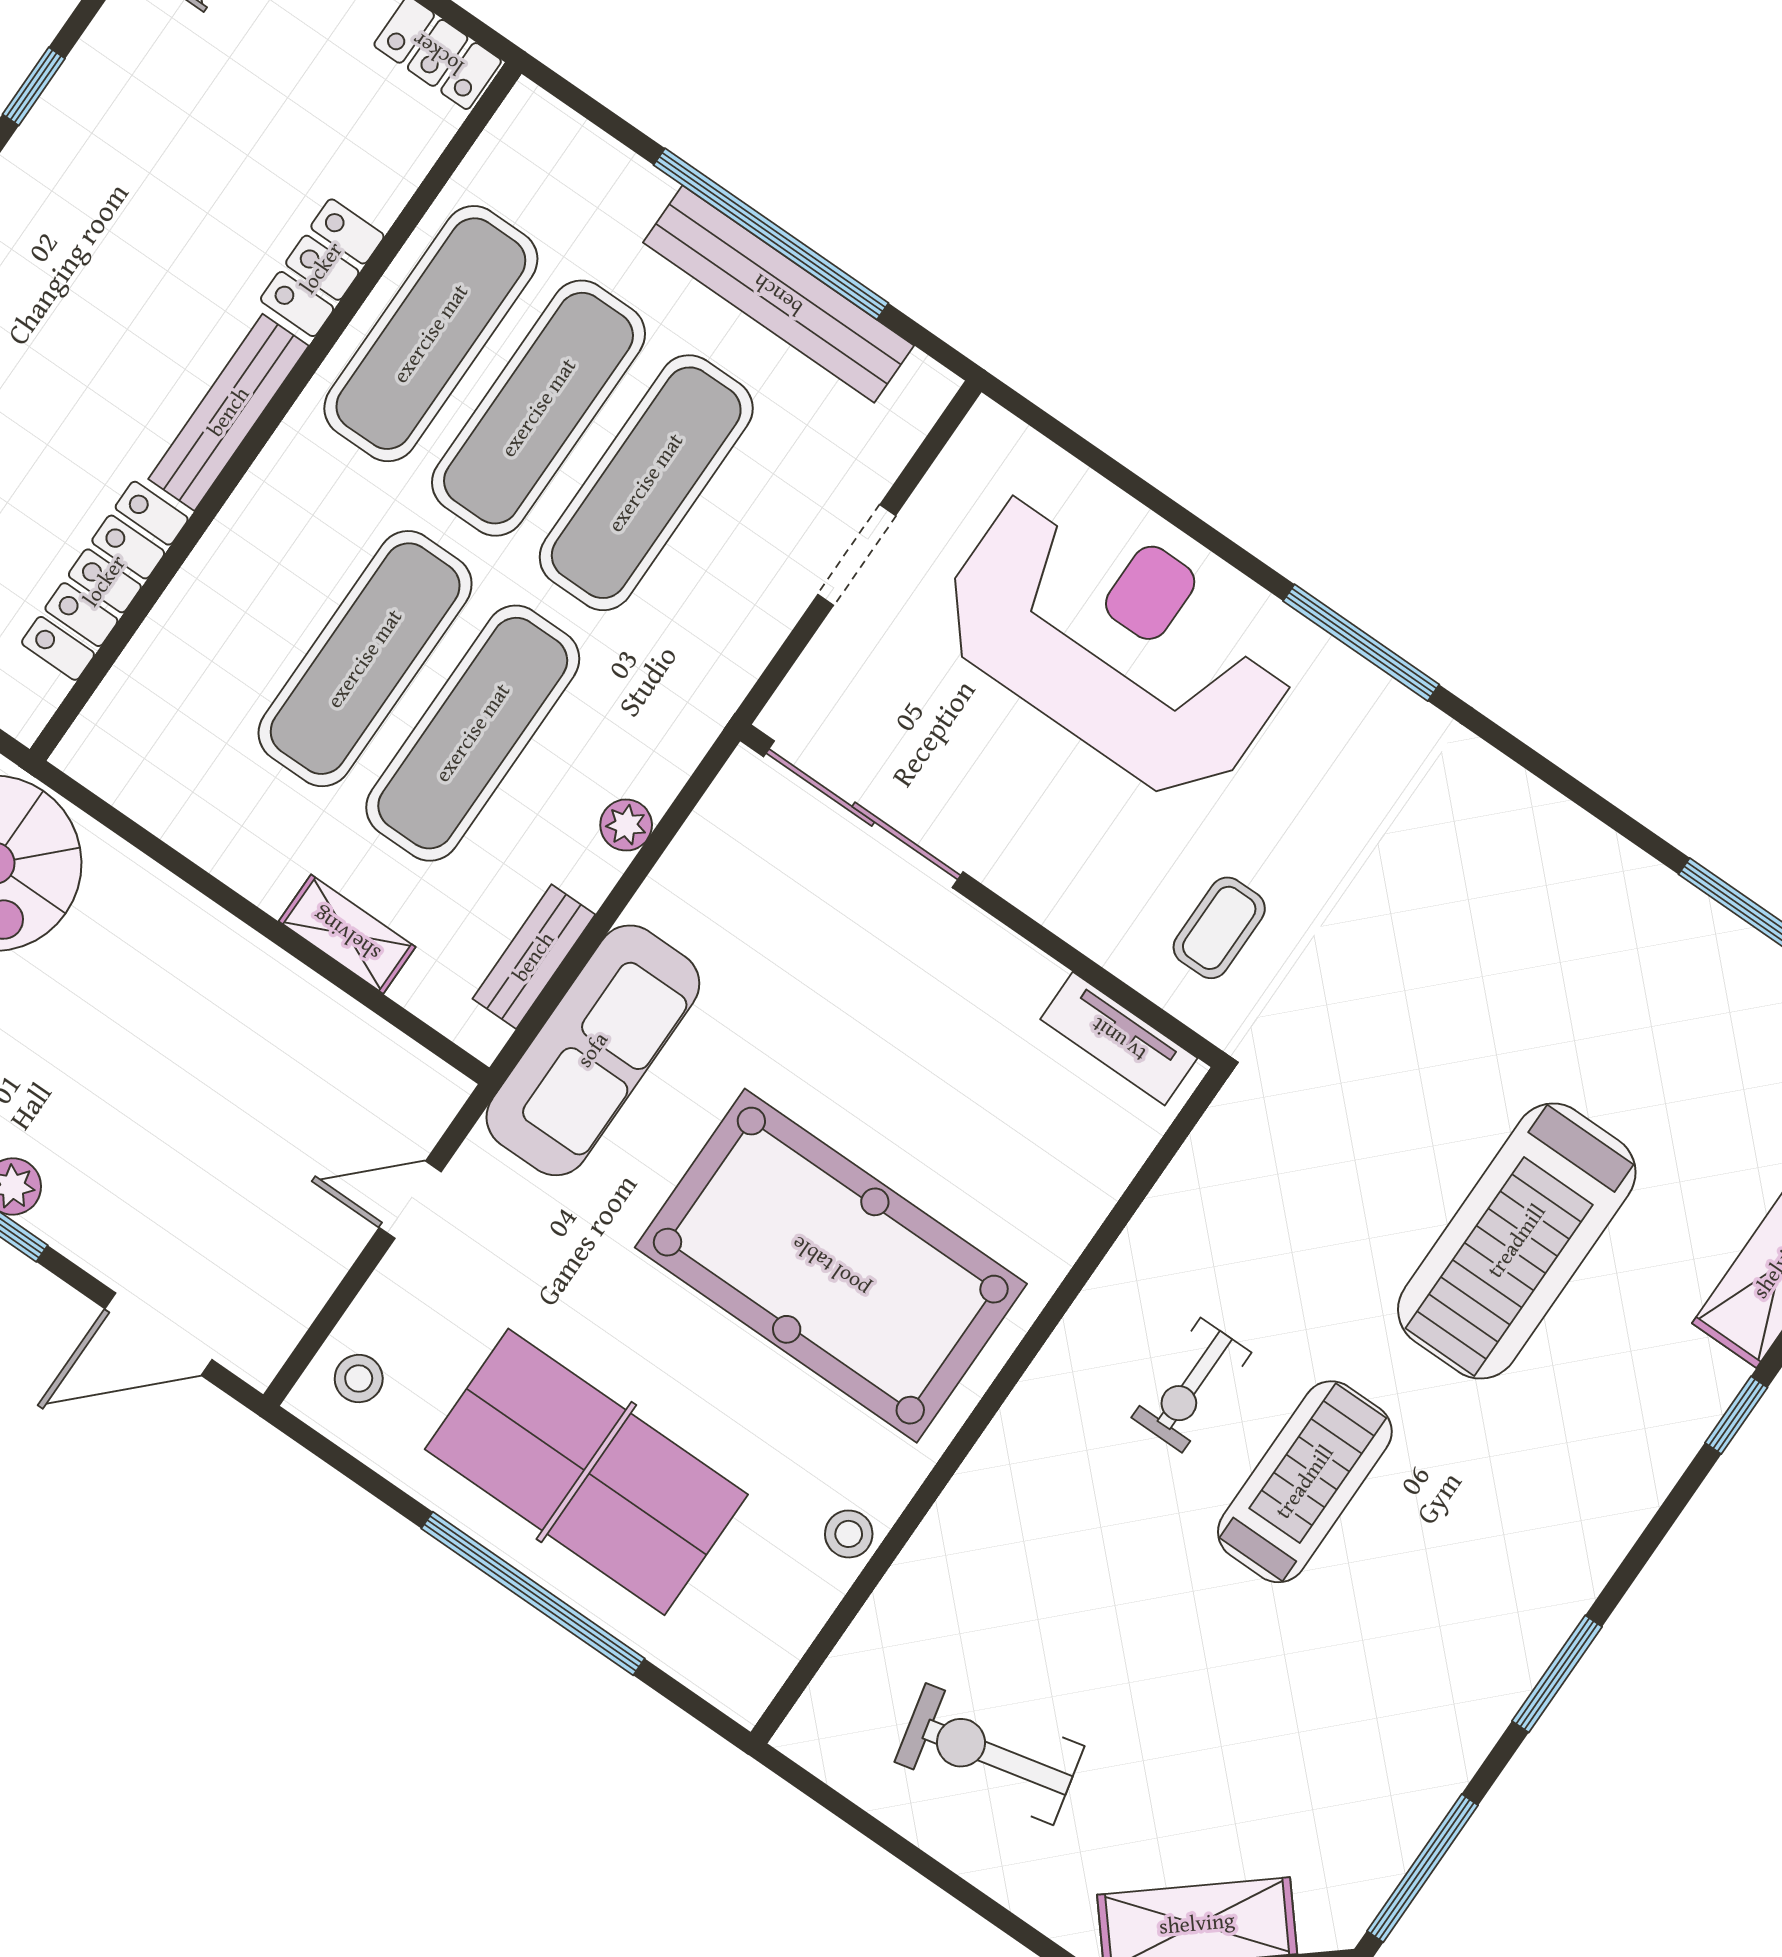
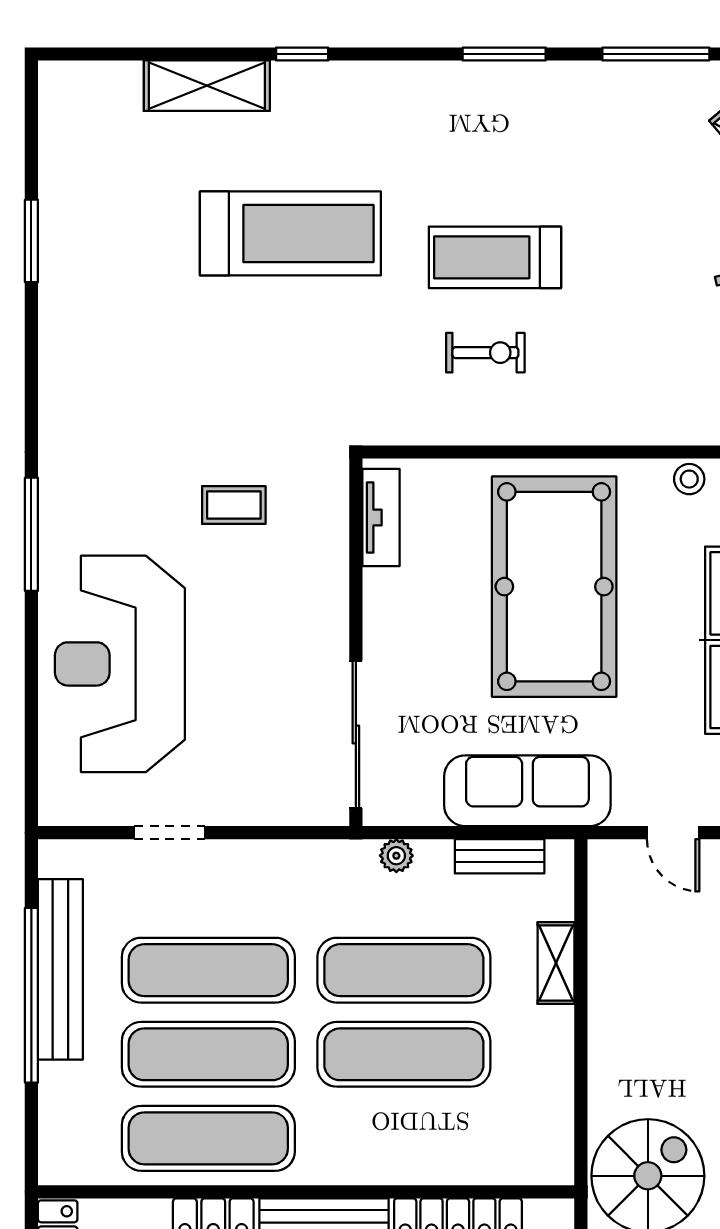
sliding door: (863, 814) -> (356, 734), moved
wall: (981, 896) -> (356, 642), moved
tv unit: (1119, 1039) -> (381, 518), moved

